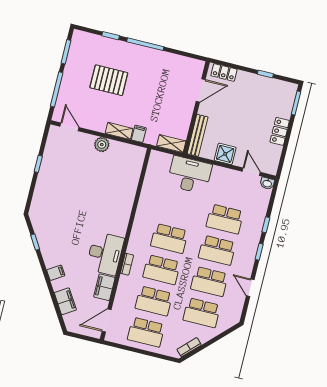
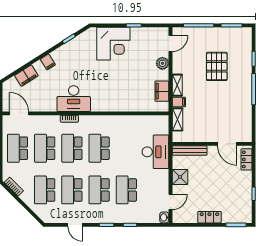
shelving: (171, 144) -> (177, 119), moved
plant: (102, 145) -> (162, 63), moved
corner desk: (53, 192) -> (113, 44), added
filing cabinet: (104, 287) -> (162, 91), moved, turned -90
door: (250, 288) -> (75, 225), swing flipped

